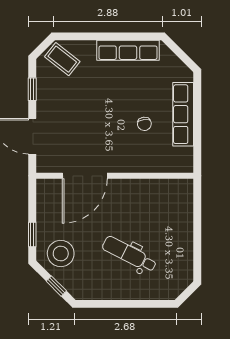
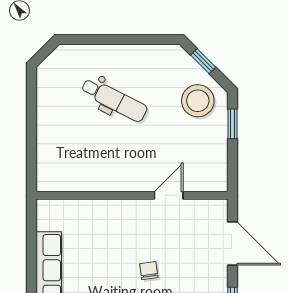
chair: (144, 124) -> (149, 271), moved
door: (85, 176) -> (169, 195), width x0.53

